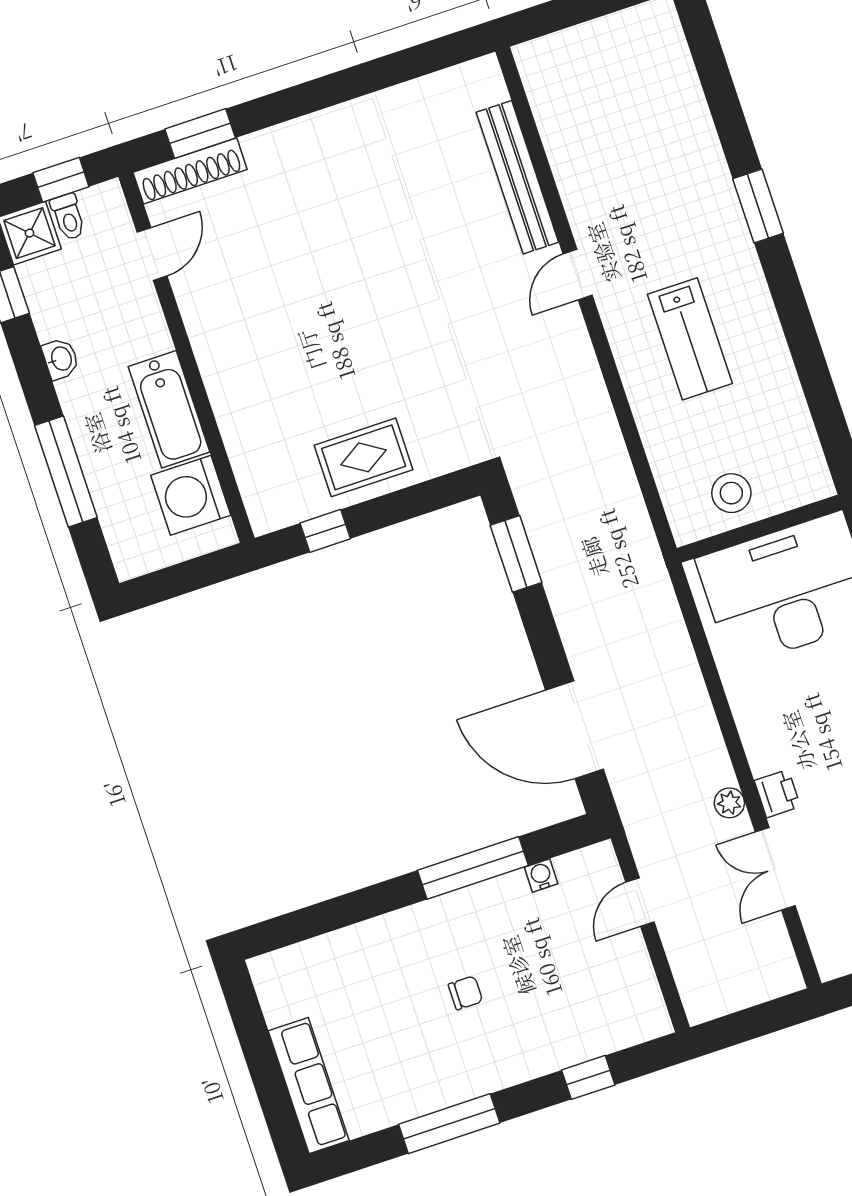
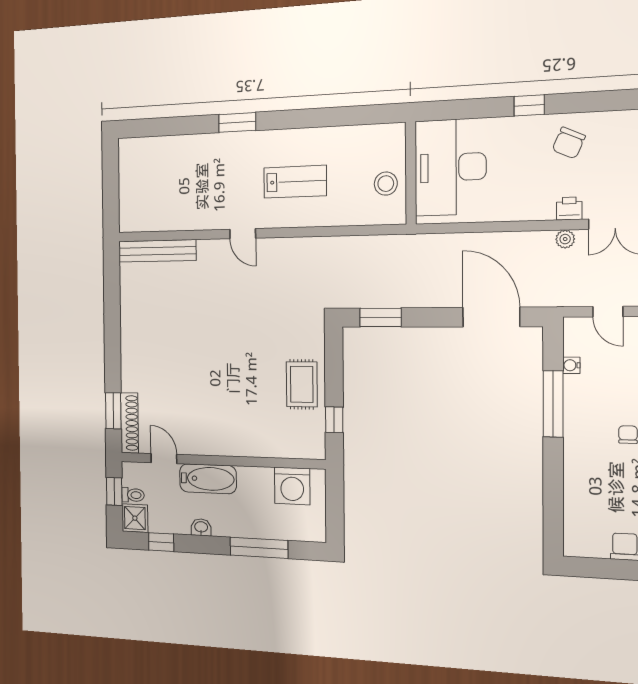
bench: (517, 177) -> (157, 251), moved
bathtub: (169, 409) -> (208, 479), moved
door: (575, 730) -> (491, 317), swing flipped

